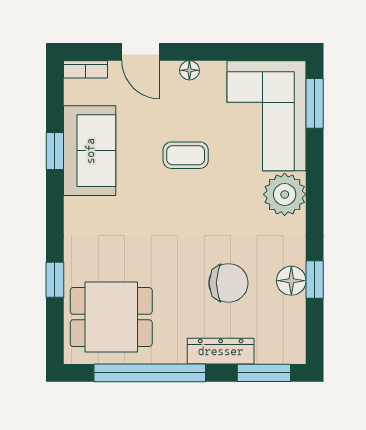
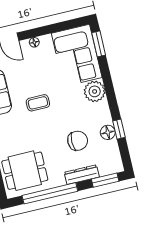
coffee table: (186, 155) -> (38, 103), moved

